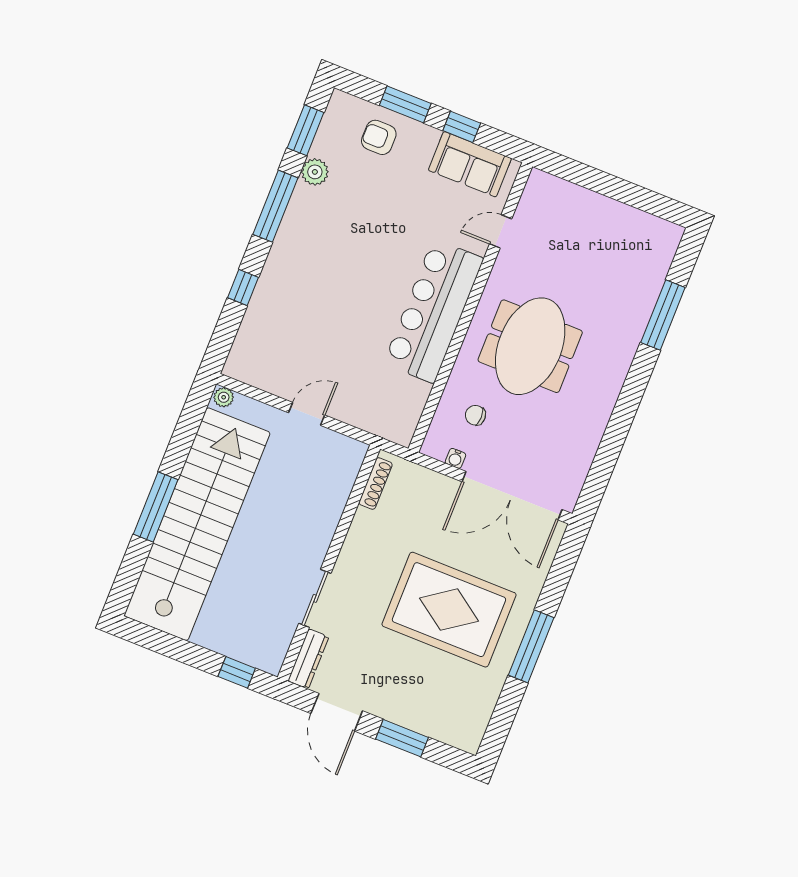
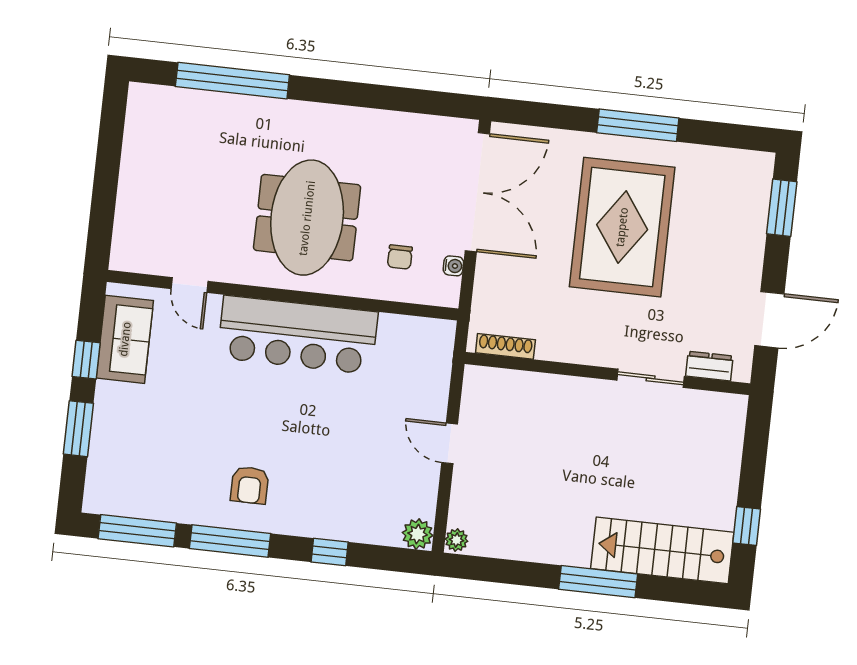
window: (306, 130) -> (137, 531), width x1.44
armchair: (379, 137) -> (250, 485), moved
plant: (315, 172) -> (418, 534), moved
window: (663, 315) -> (232, 81), width x1.46
meeting table: (530, 346) -> (307, 218), turned 90
stairs: (197, 524) -> (662, 550), width x0.54, depth x0.66
dresser: (308, 659) -> (709, 366), width x0.70
window: (237, 672) -> (747, 526), moved
window: (402, 738) -> (782, 208), moved

